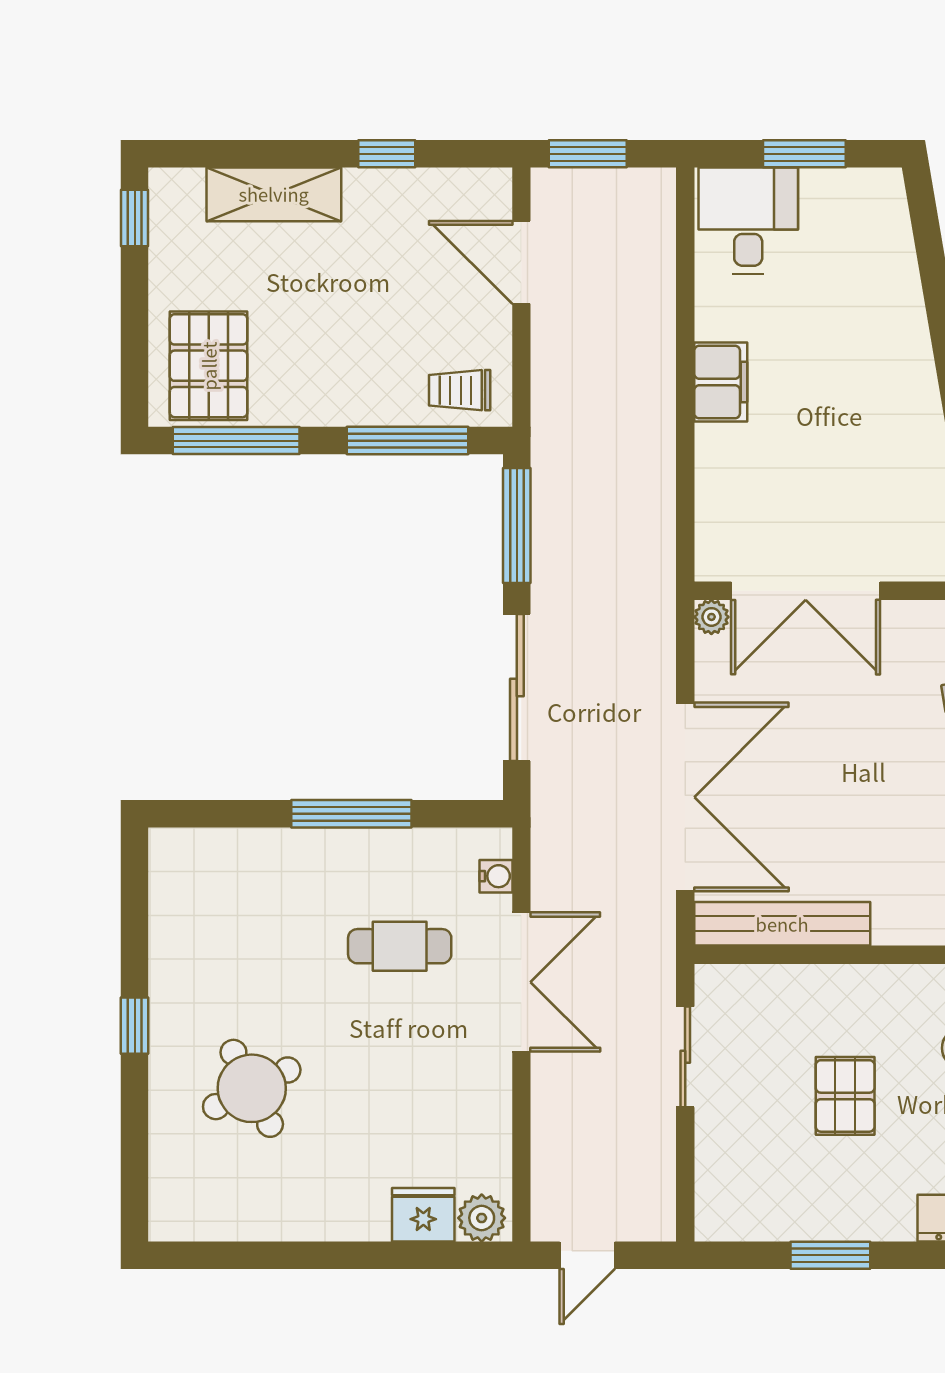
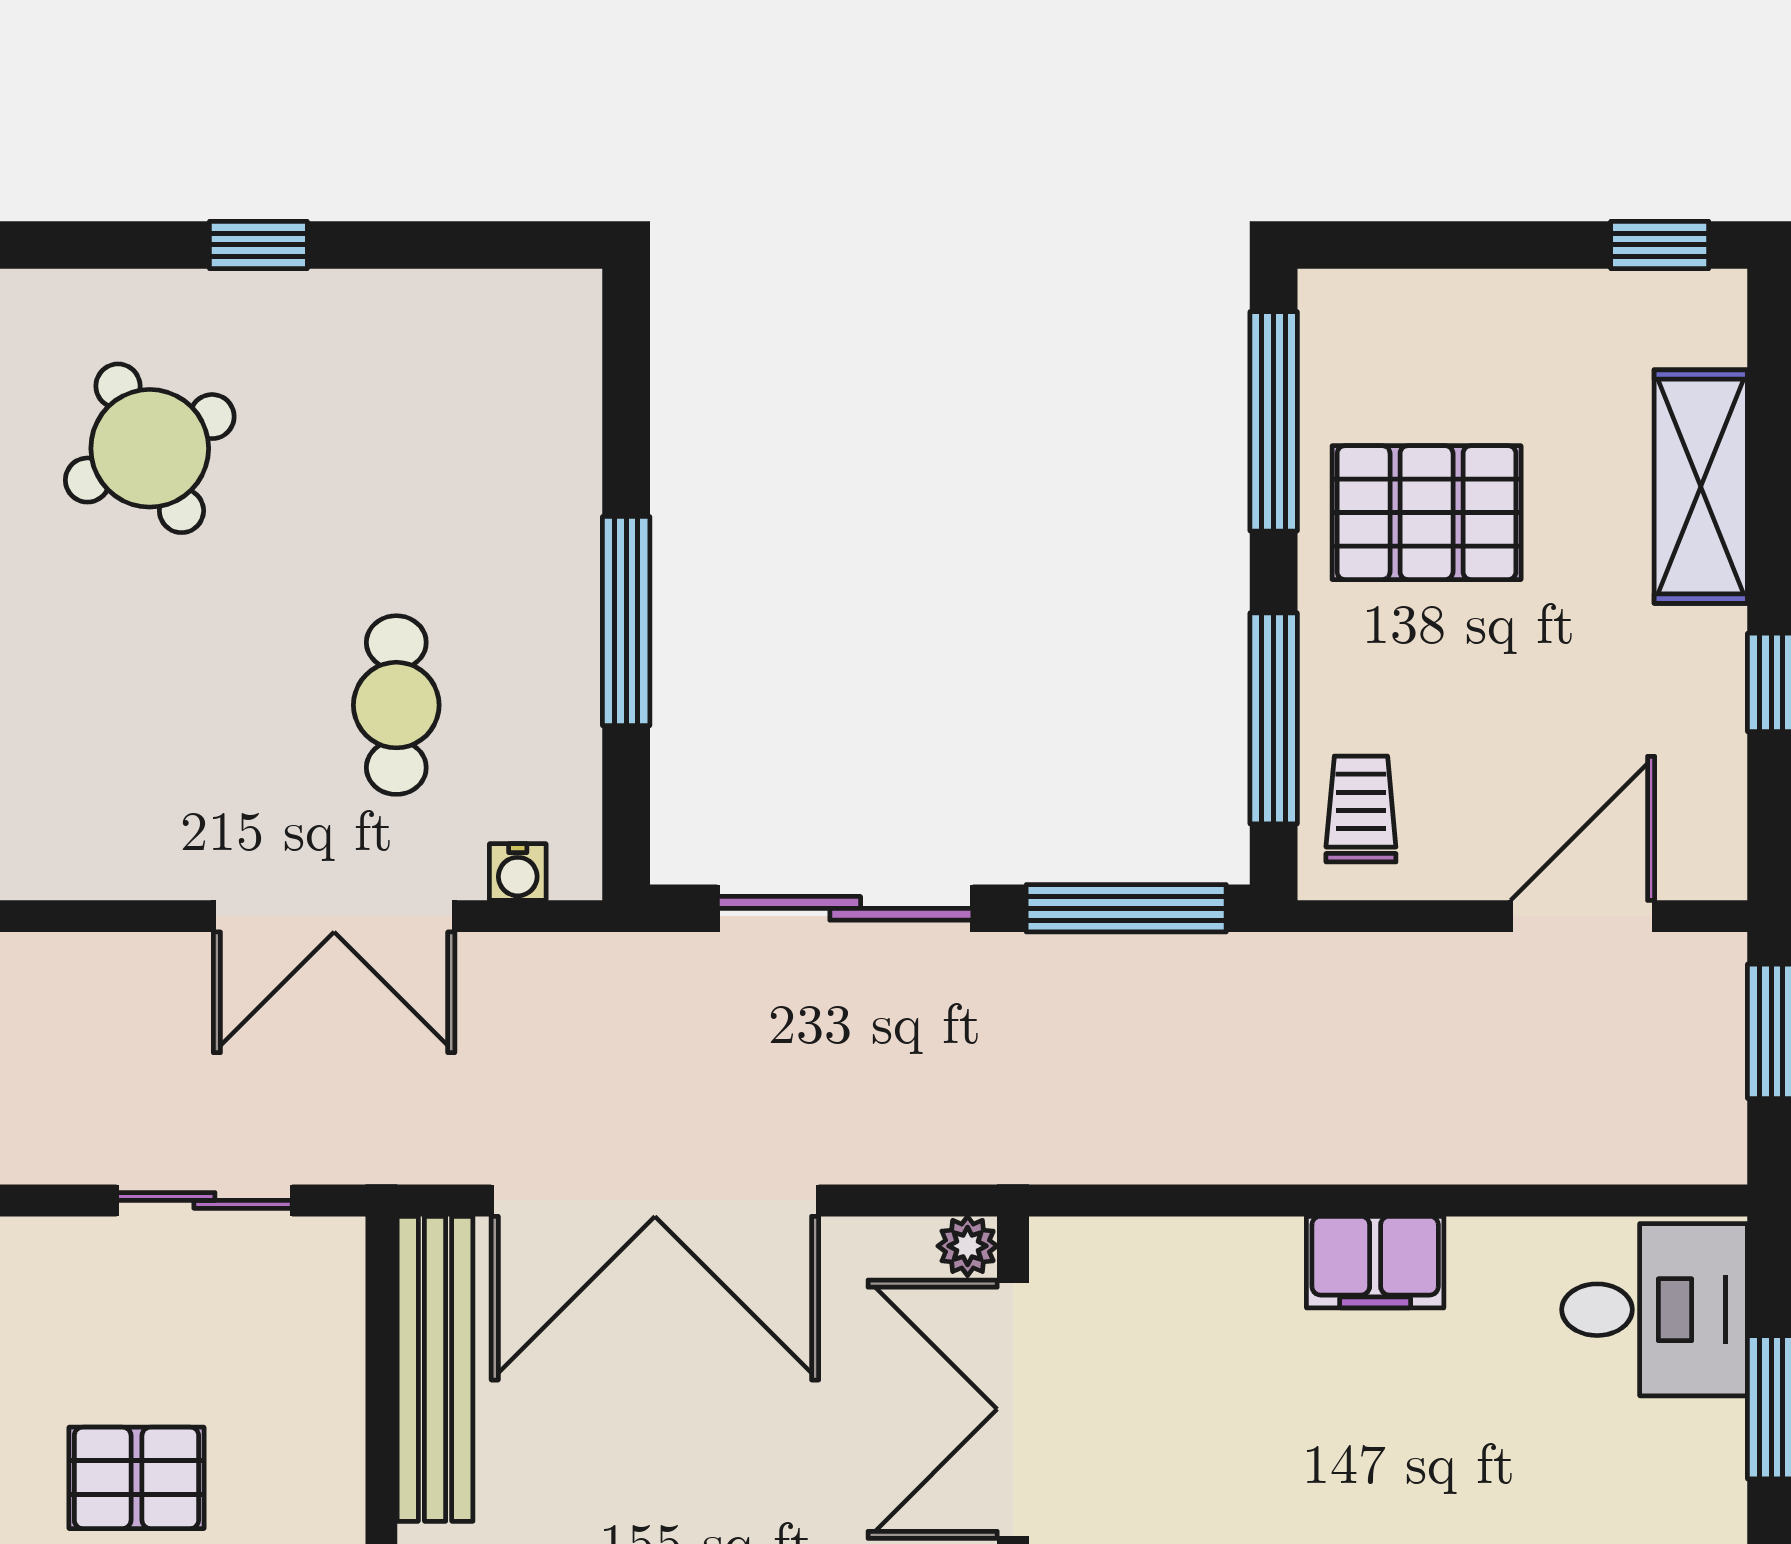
pallet: (209, 366) -> (1427, 513), moved

